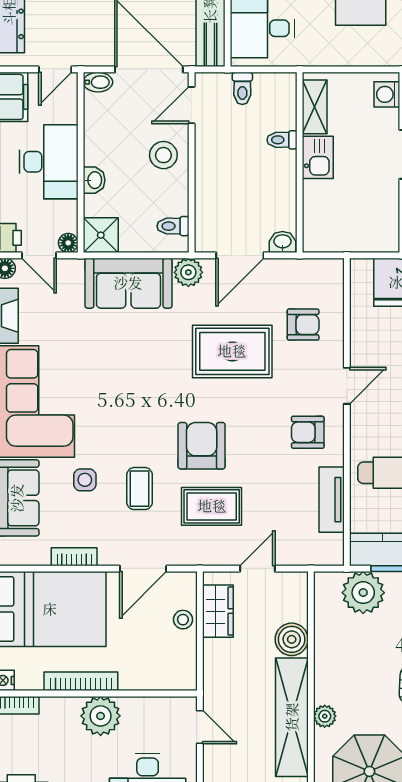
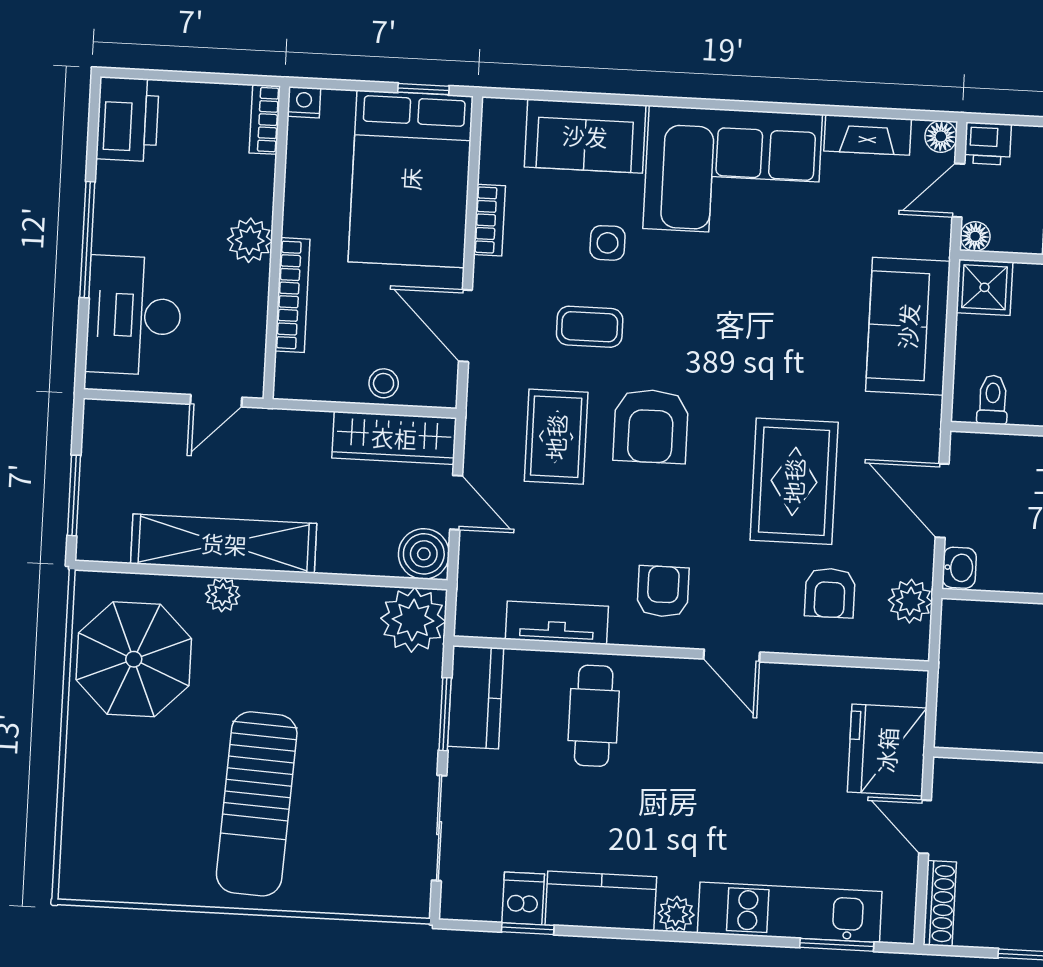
plant: (188, 272) -> (910, 601), moved
armchair: (202, 446) -> (651, 426), turned 90
plant: (363, 593) -> (413, 620), moved
wardrobe: (218, 611) -> (394, 438), width x1.50
boiler: (292, 639) -> (424, 554), moved
bookcase: (81, 681) -> (292, 295), moved
plant: (101, 716) -> (250, 240), width x0.73, depth x0.73

